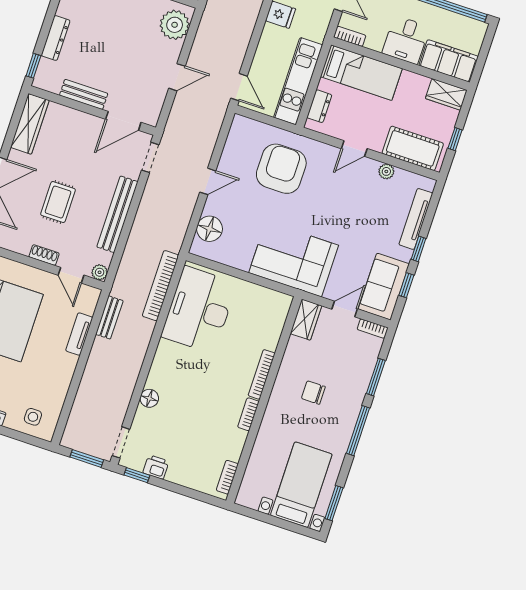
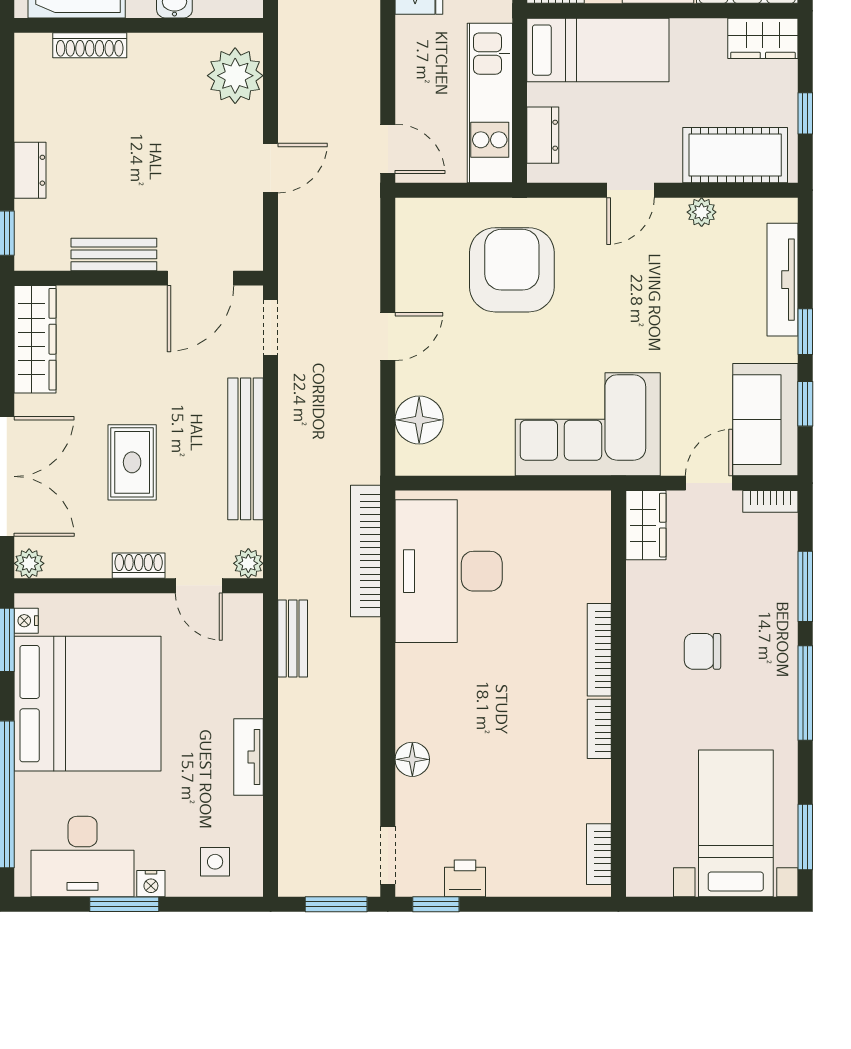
dresser: (56, 38) -> (30, 170), width x0.70
tv unit: (79, 334) -> (249, 757), moved

